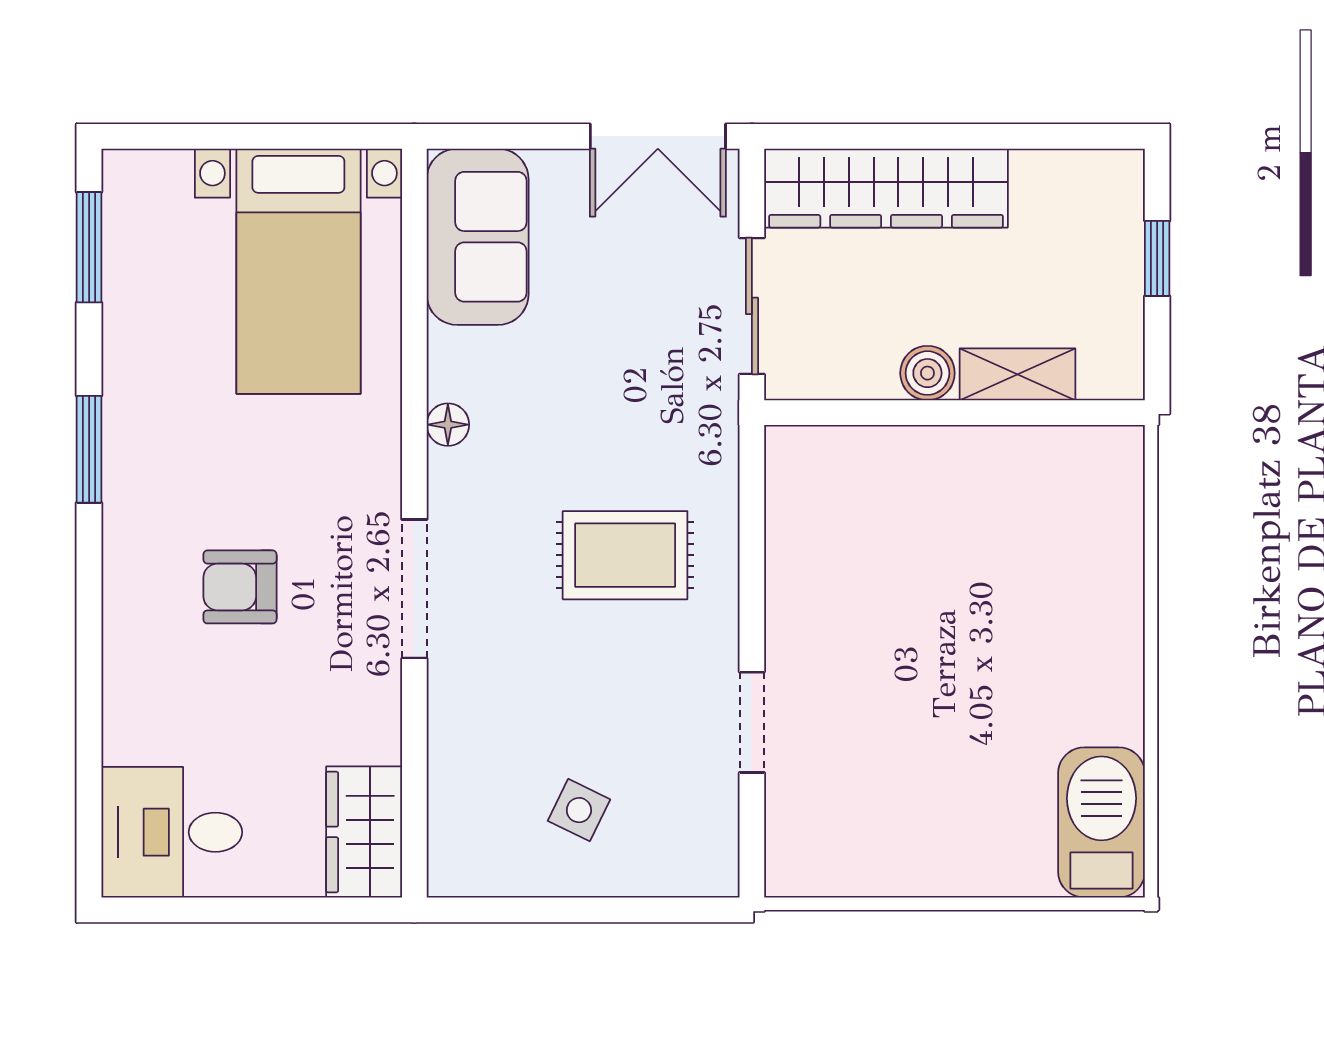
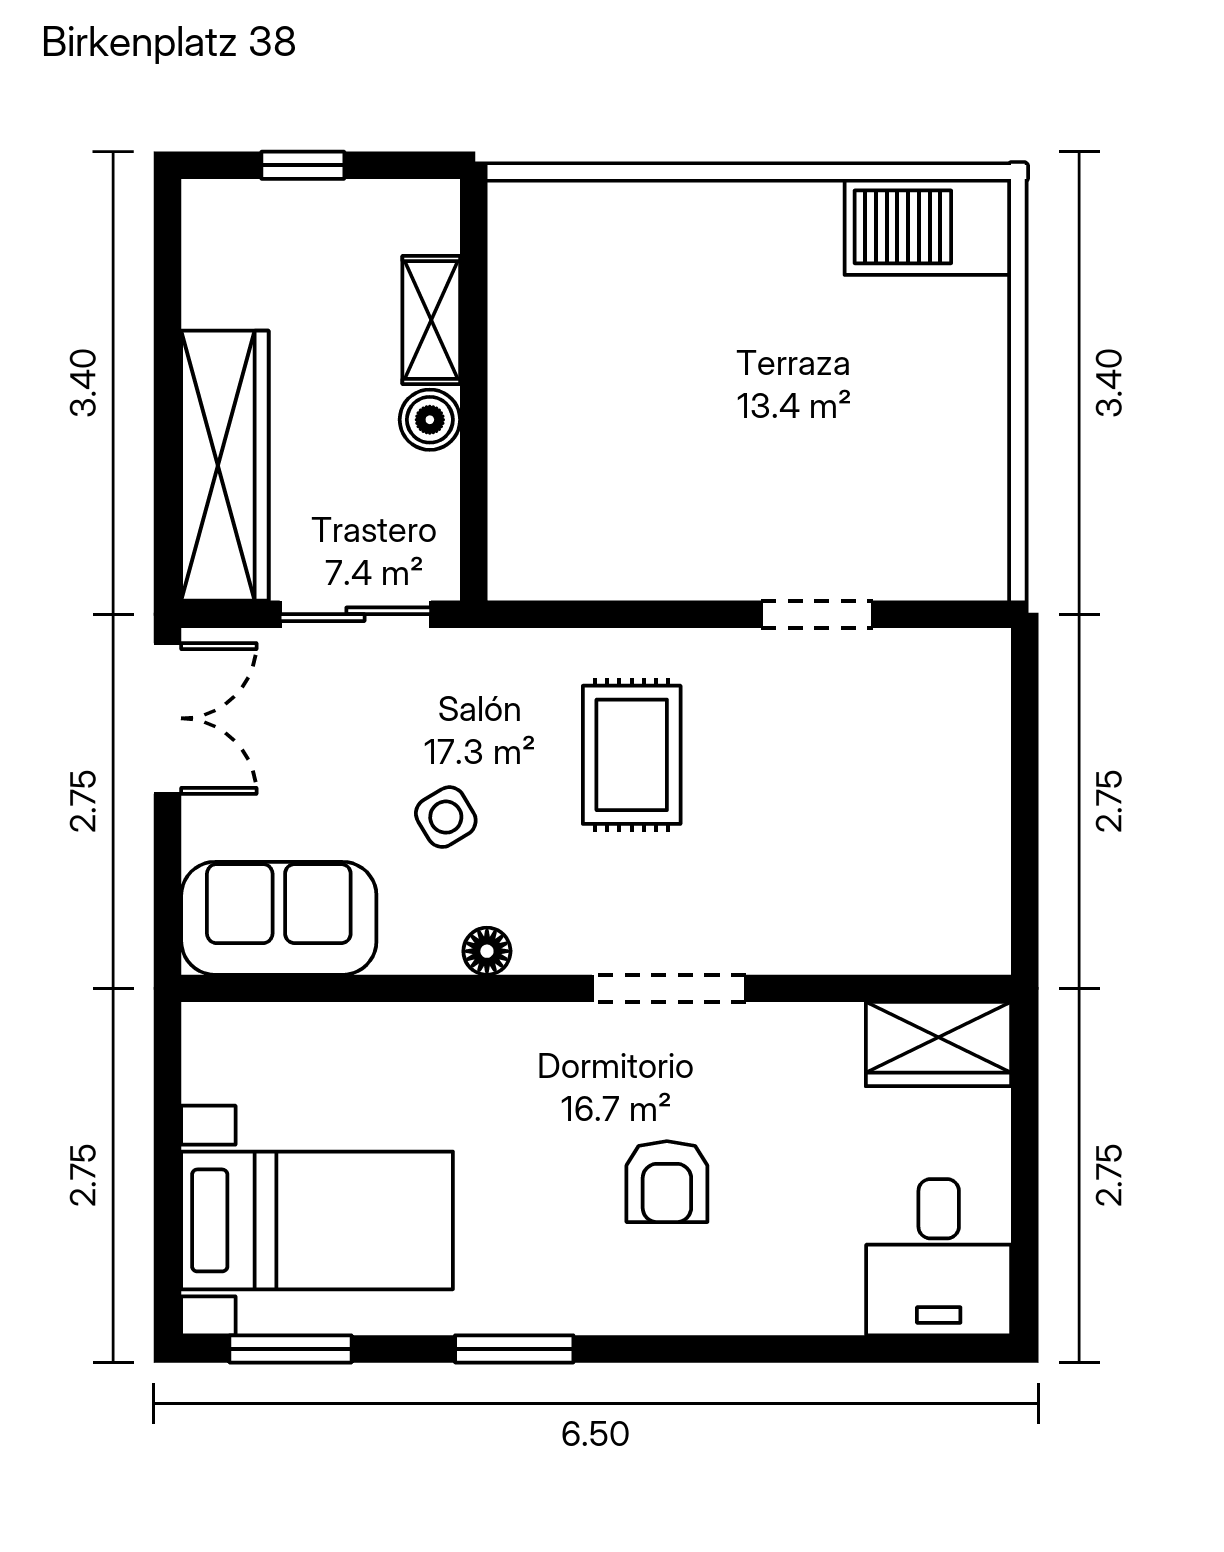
bed with nightstands: (298, 271) -> (317, 1220), moved
side table: (579, 810) -> (446, 817), moved, turned 33

